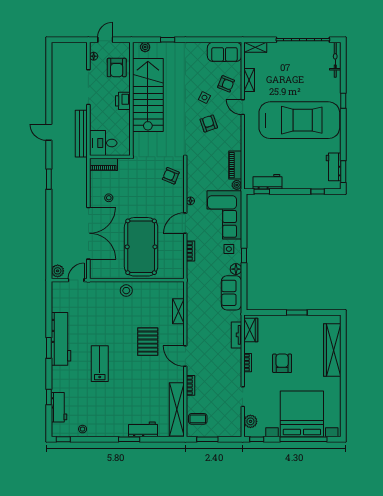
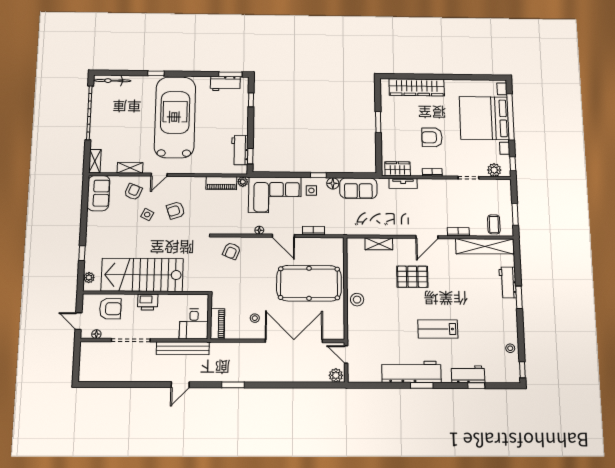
workbench: (59, 407) -> (468, 374), moved

